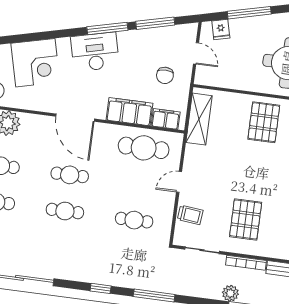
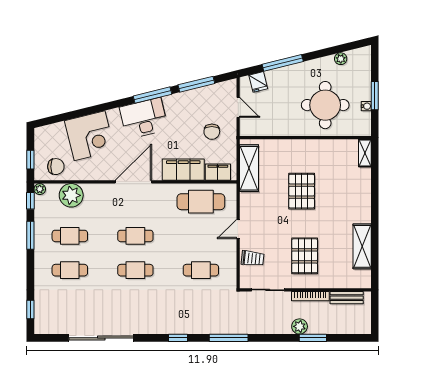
door: (75, 118) -> (133, 182), swing flipped
pallet: (264, 122) -> (302, 191), moved

